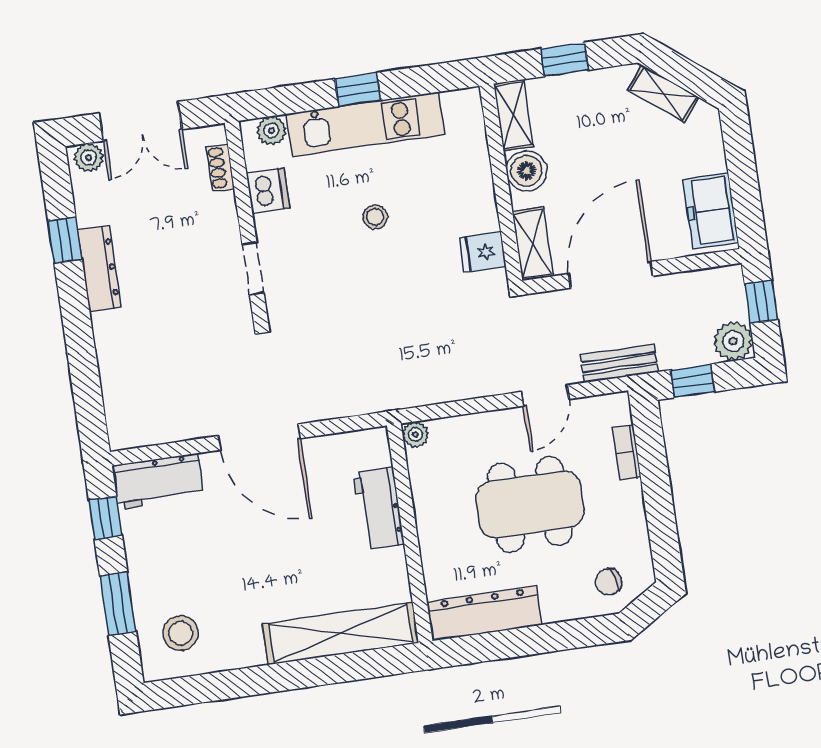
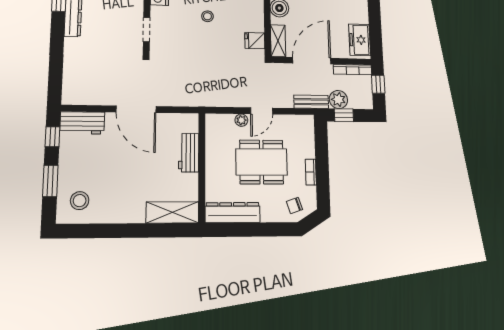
bookcase: (702, 279) -> (352, 70), added
plant: (733, 341) -> (338, 100), moved
door: (545, 395) -> (262, 111), moved
plant: (415, 435) -> (241, 120), moved
bookcase: (627, 452) -> (311, 172), moved
shelving: (340, 633) -> (172, 212), width x0.68

